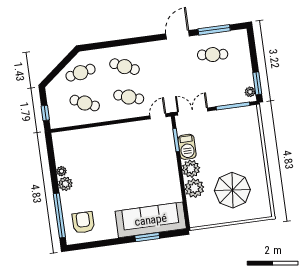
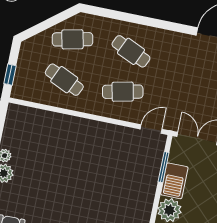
cafe table: (129, 97) -> (123, 92), turned -30

